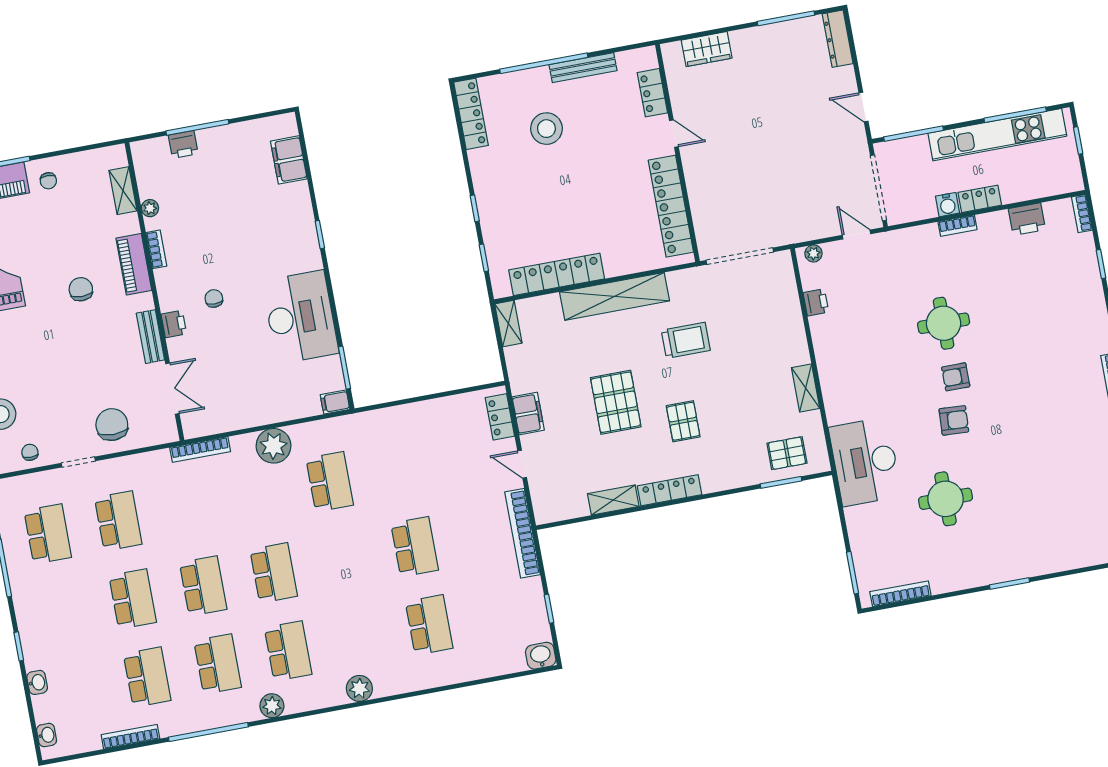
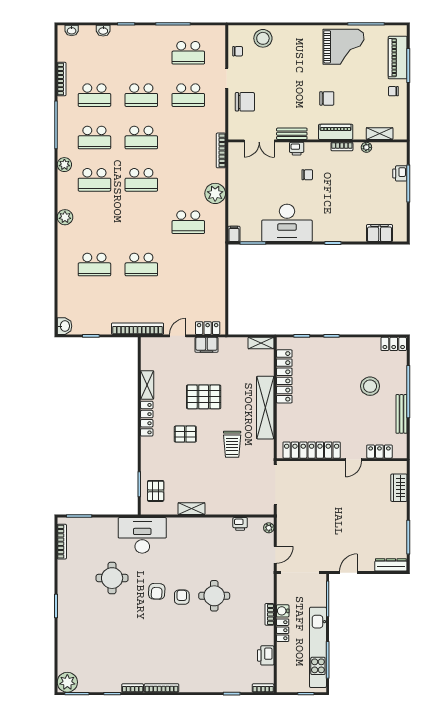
locker: (471, 114) -> (394, 344), width x0.66

